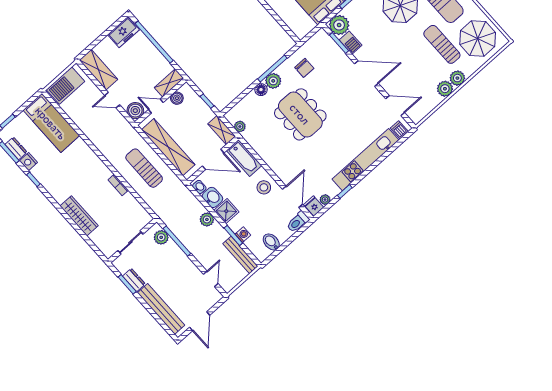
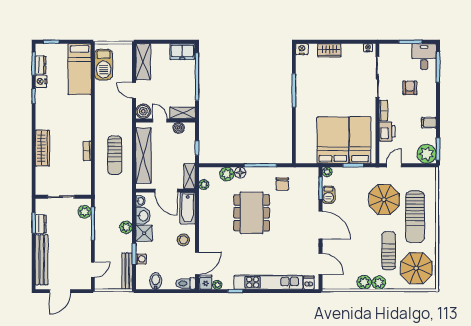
plant: (339, 25) -> (327, 172), width x0.53, depth x0.53
plant: (273, 81) -> (227, 174), moved
barbecue: (65, 85) -> (104, 65), moved, turned -90
sun lounger: (144, 168) -> (115, 155), turned 180

